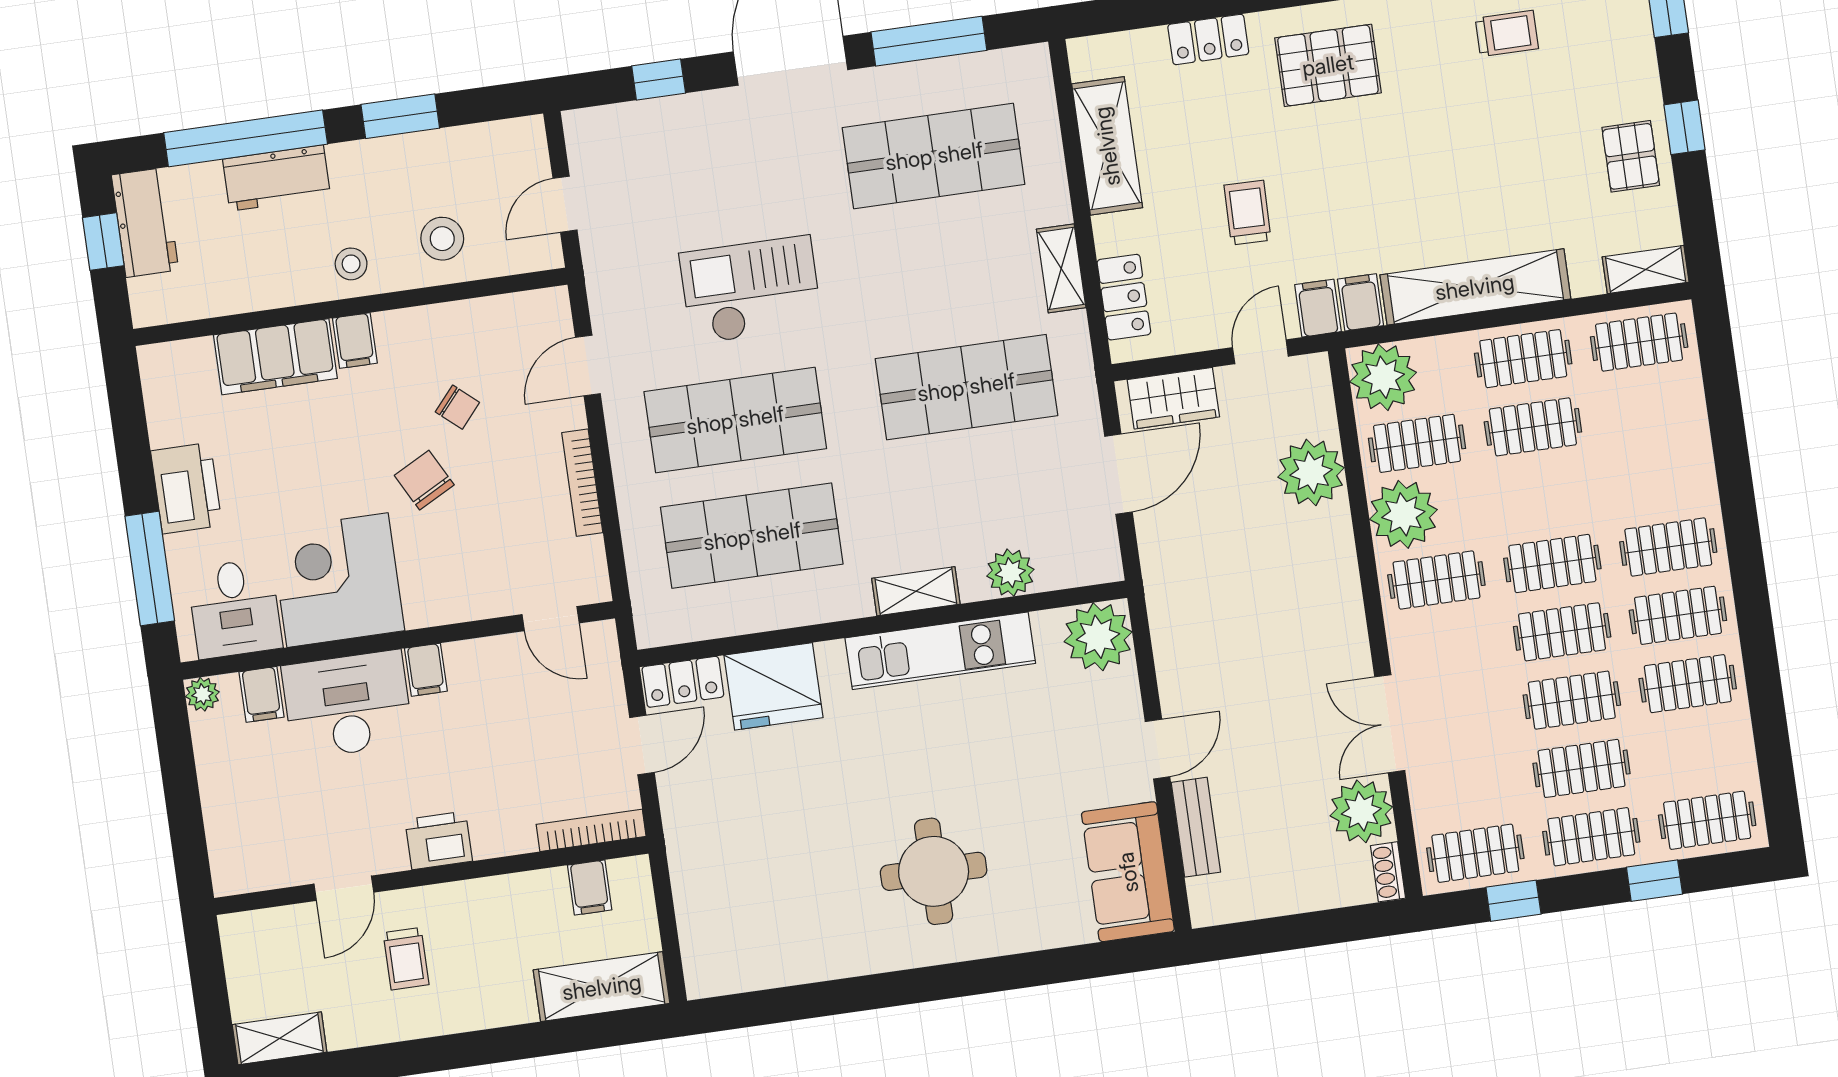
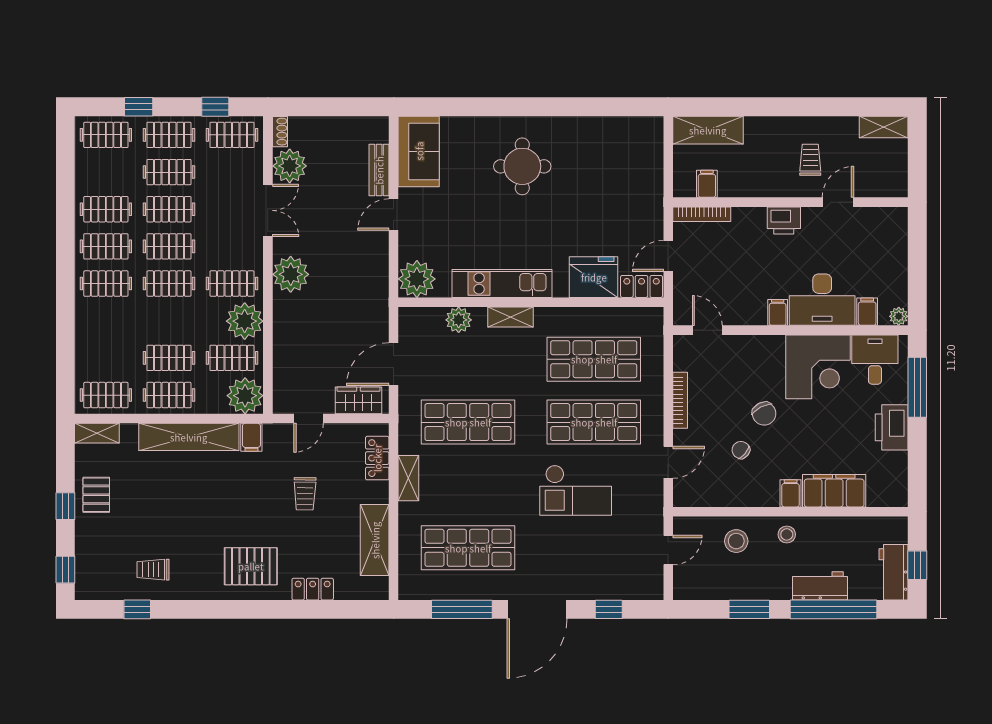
filing cabinet: (1318, 308) -> (275, 438), removed
plant: (1311, 472) -> (291, 274), moved

